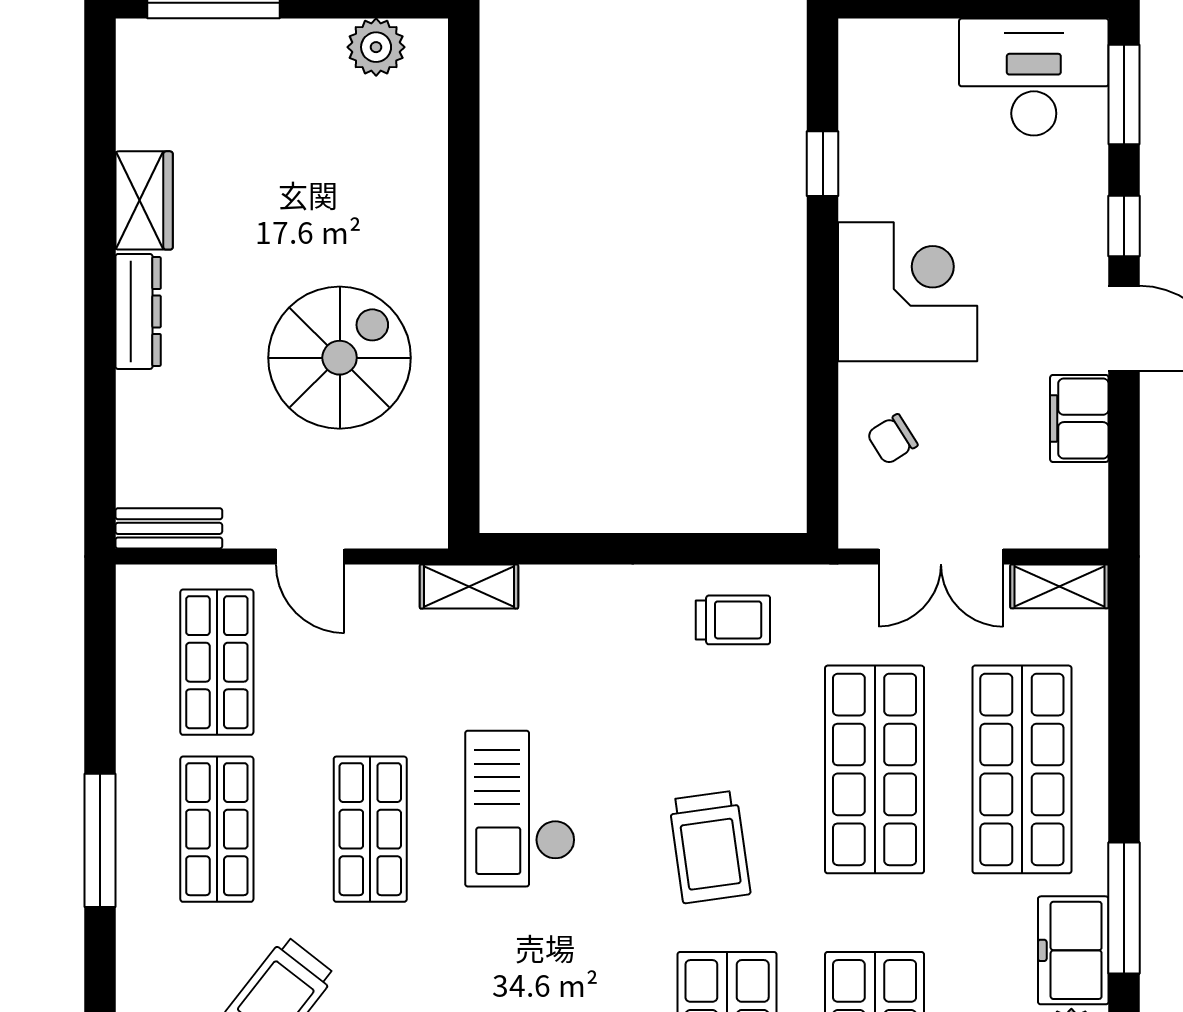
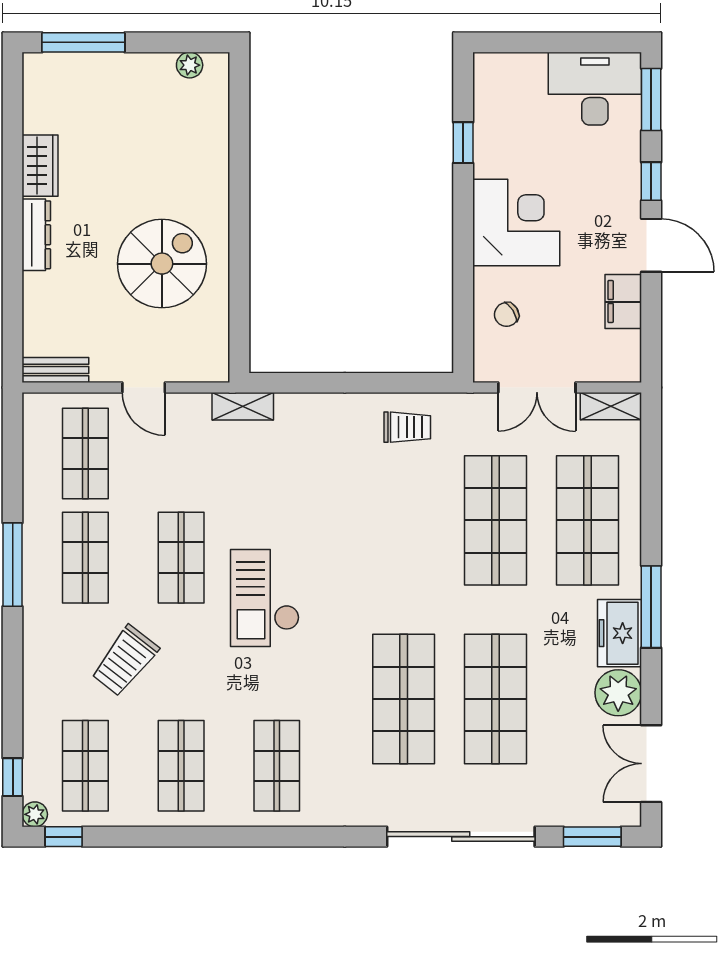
plant: (376, 47) -> (190, 65), width x0.73, depth x0.73
checkout: (520, 809) -> (265, 598), moved
trolley: (710, 847) -> (393, 569), removed

